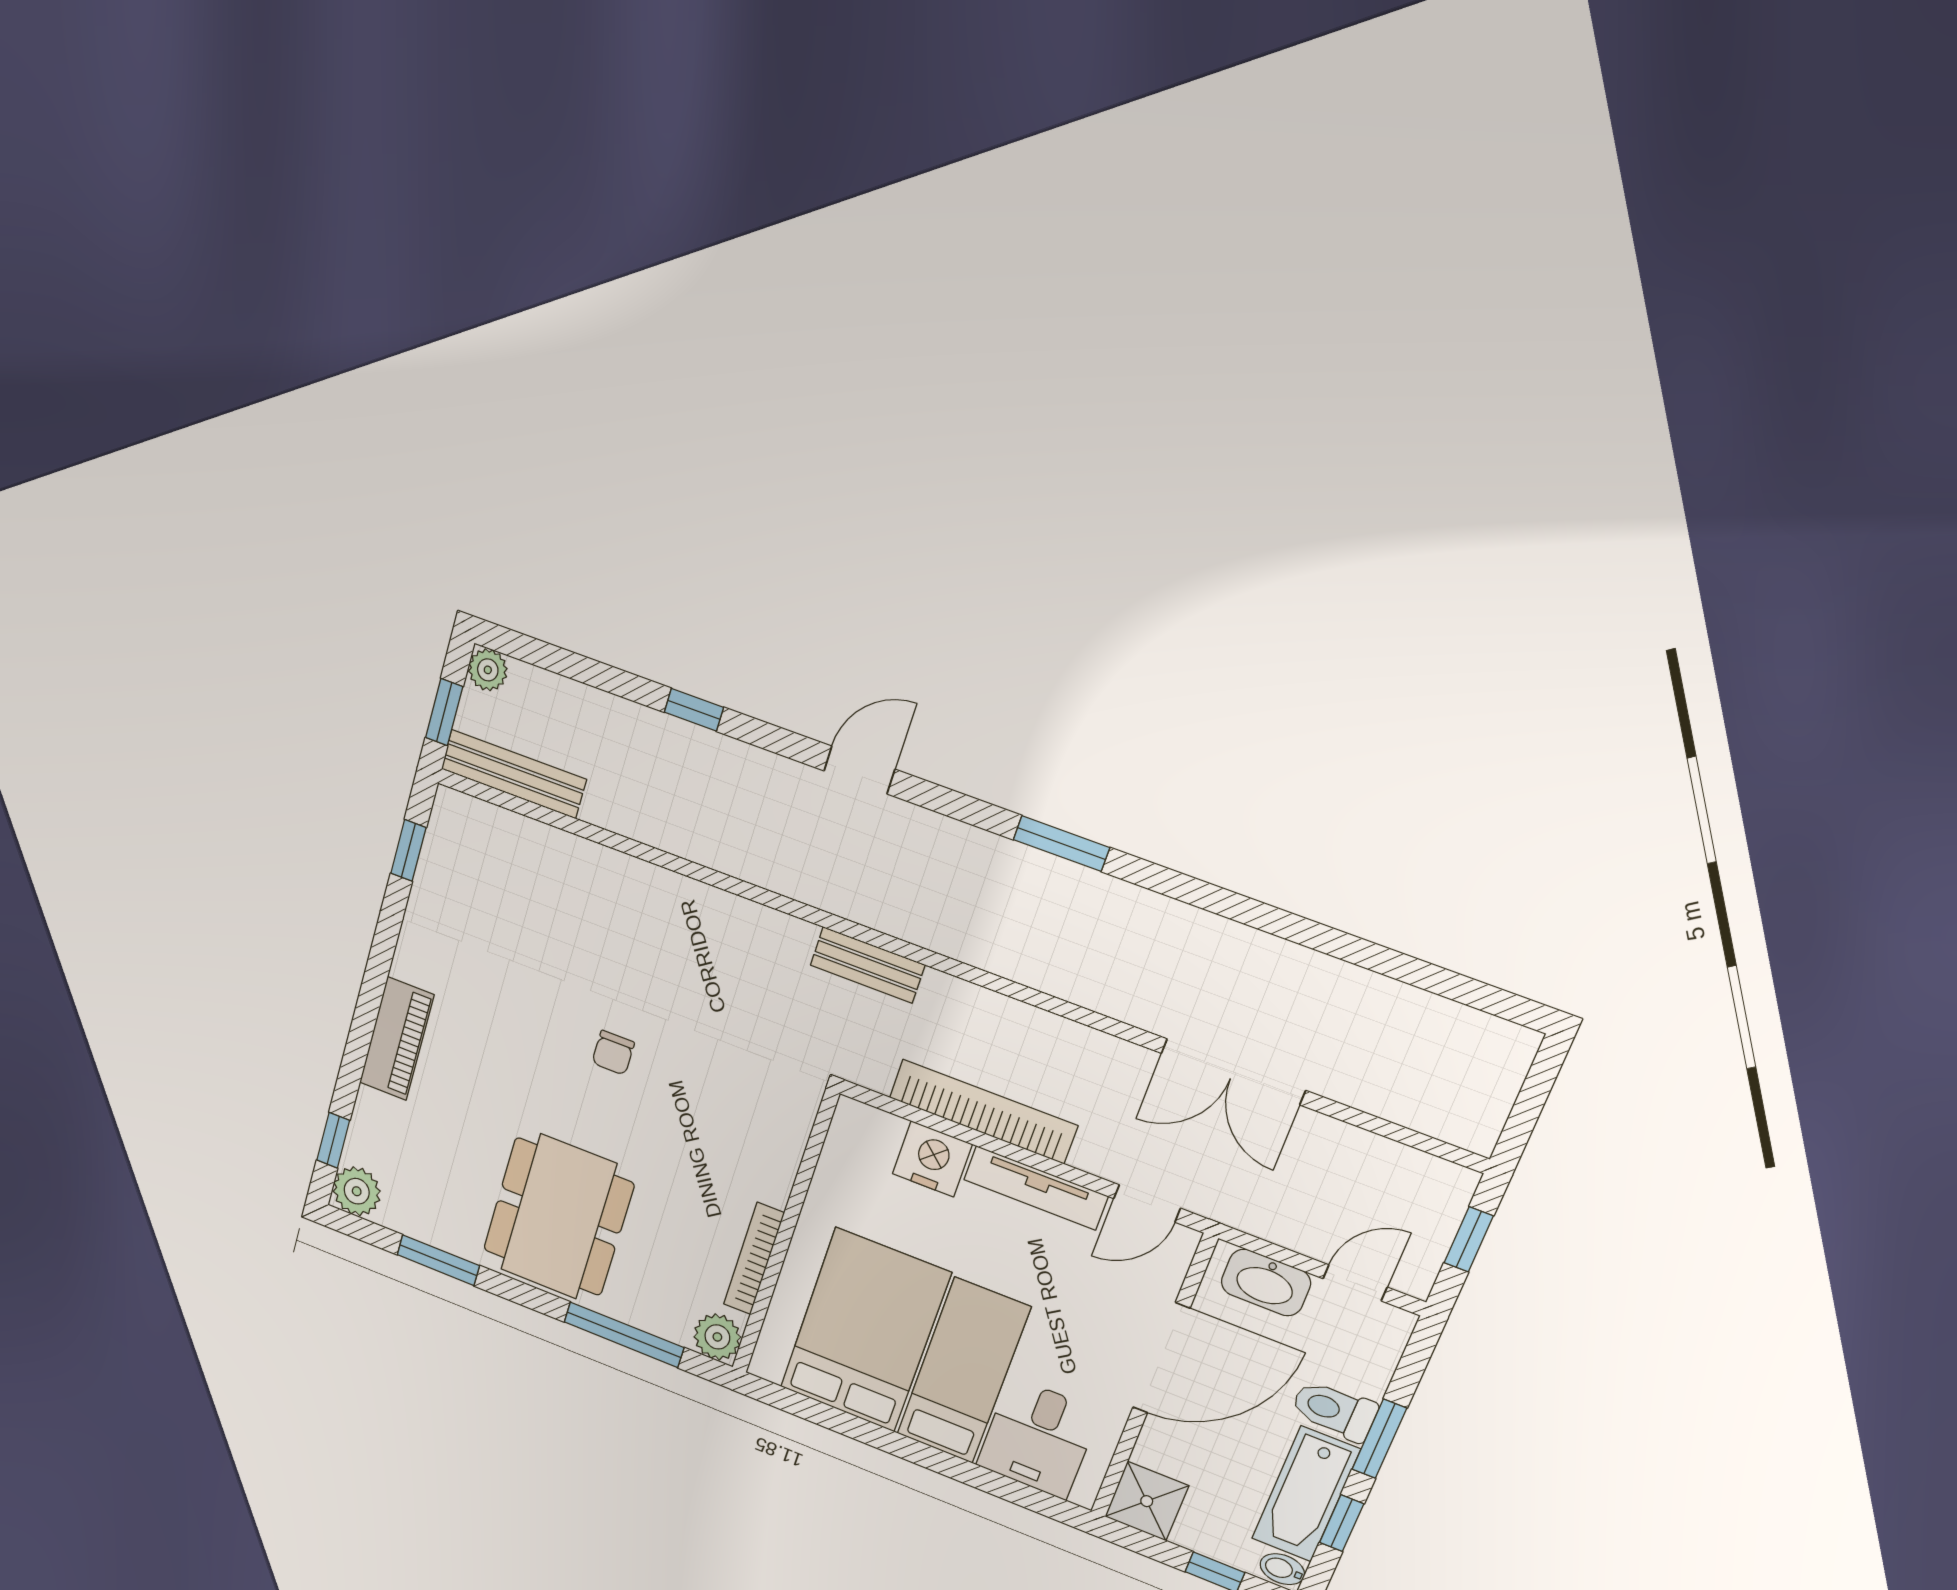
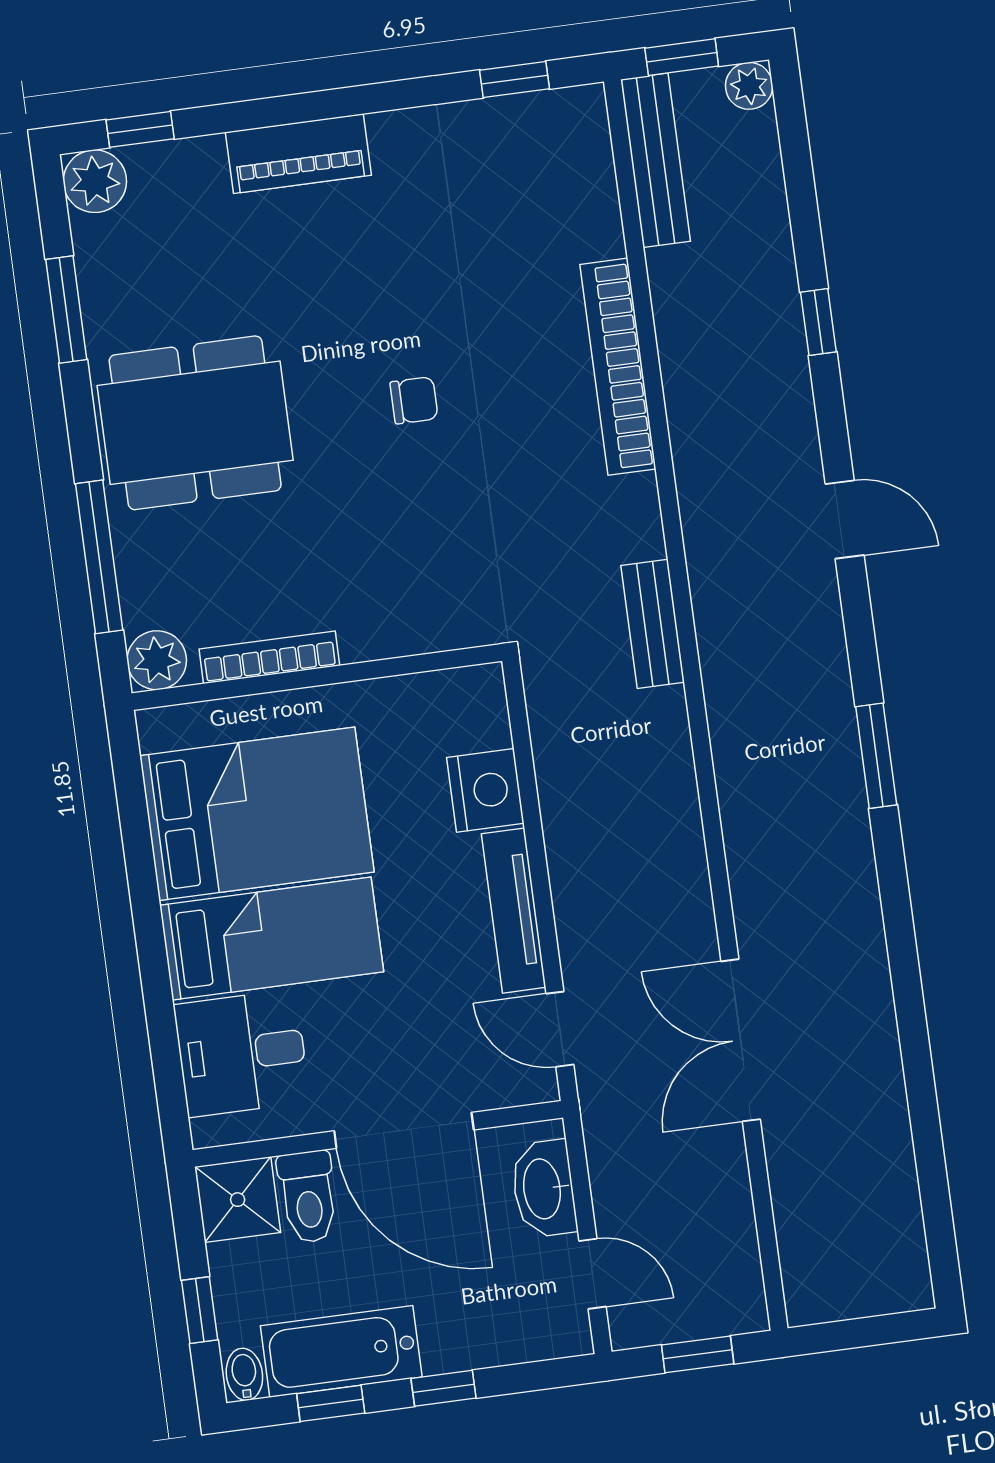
chair: (613, 1053) -> (414, 400), turned 180
bookcase: (983, 1112) -> (618, 367), moved, turned 180
toilet: (1334, 1410) -> (308, 1197), moved, turned 180
window: (1379, 1439) -> (443, 1388), width x0.67

